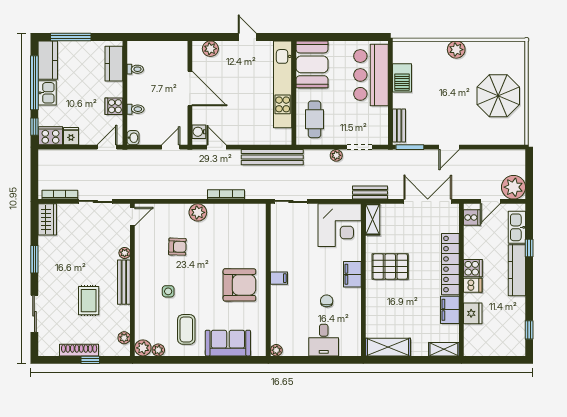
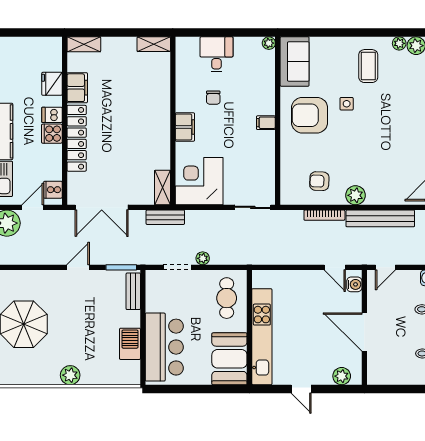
bench: (272, 157) -> (380, 218), moved
armchair: (177, 247) -> (319, 181), moved
pallet: (390, 266) -> (143, 136), removed
side table: (168, 291) -> (347, 104), moved
sofa: (228, 343) -> (295, 61), moved, turned -90
shelving: (388, 347) -> (154, 44), width x0.67, depth x0.75

